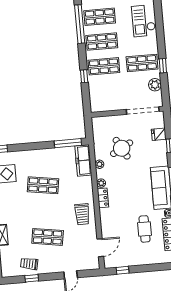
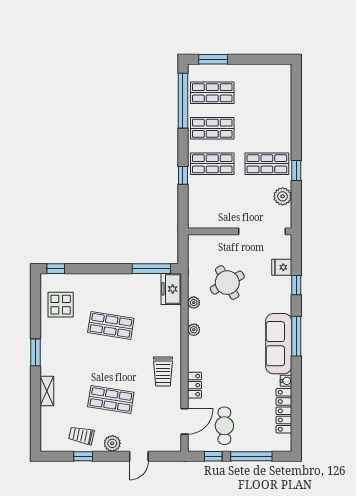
checkout: (144, 21) -> (274, 104), removed
freezer: (83, 160) -> (171, 289), width x0.71
locker: (103, 198) -> (195, 385), moved
cafe table: (145, 229) -> (224, 426), moved
plant: (51, 267) -> (112, 443), added
window: (149, 268) -> (251, 456), added

